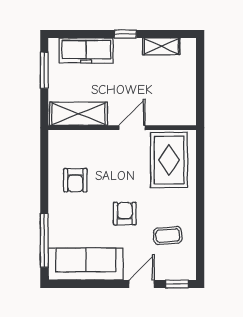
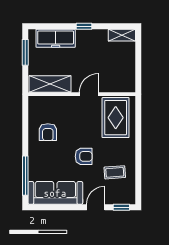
shelving: (161, 46) -> (122, 35), moved
armchair: (125, 214) -> (84, 156), turned 90

